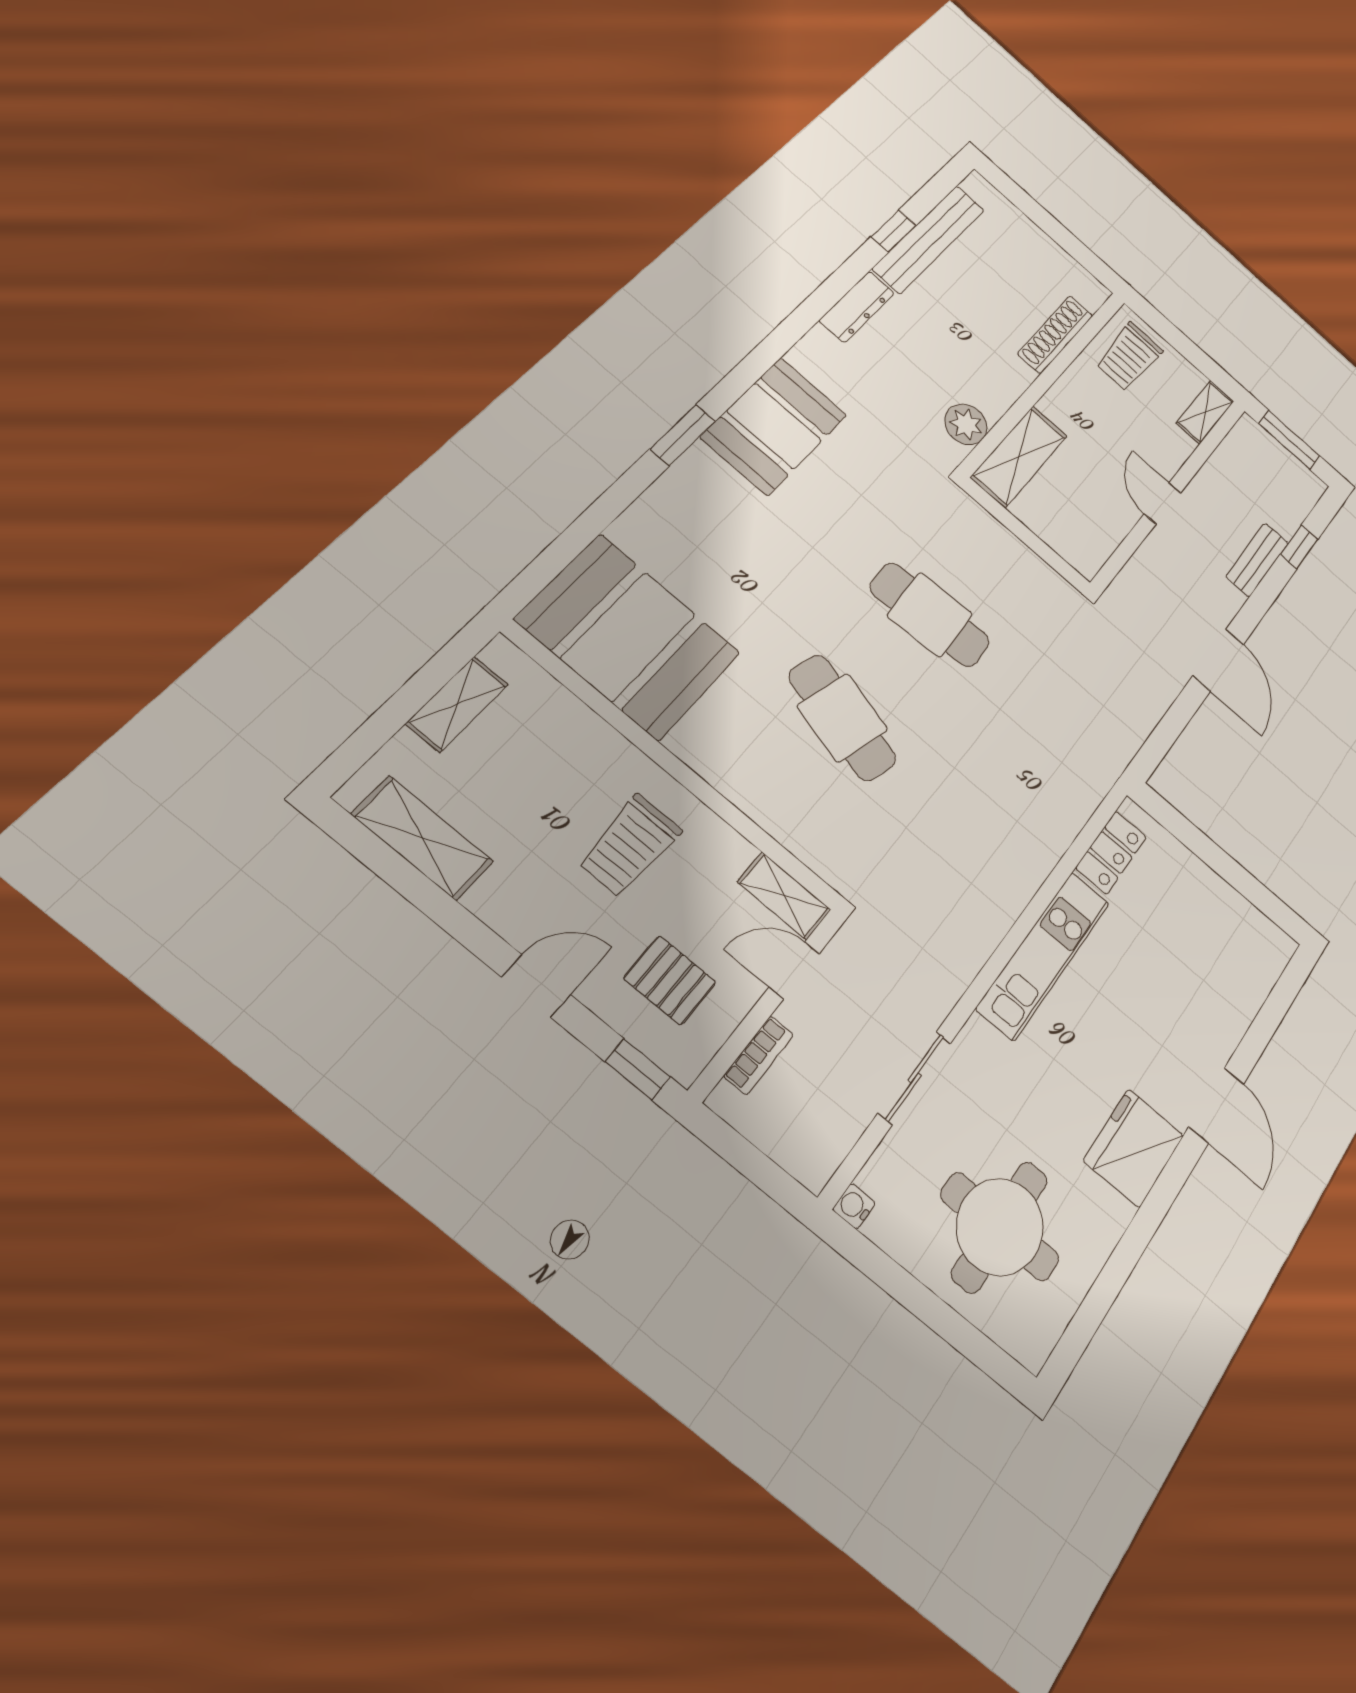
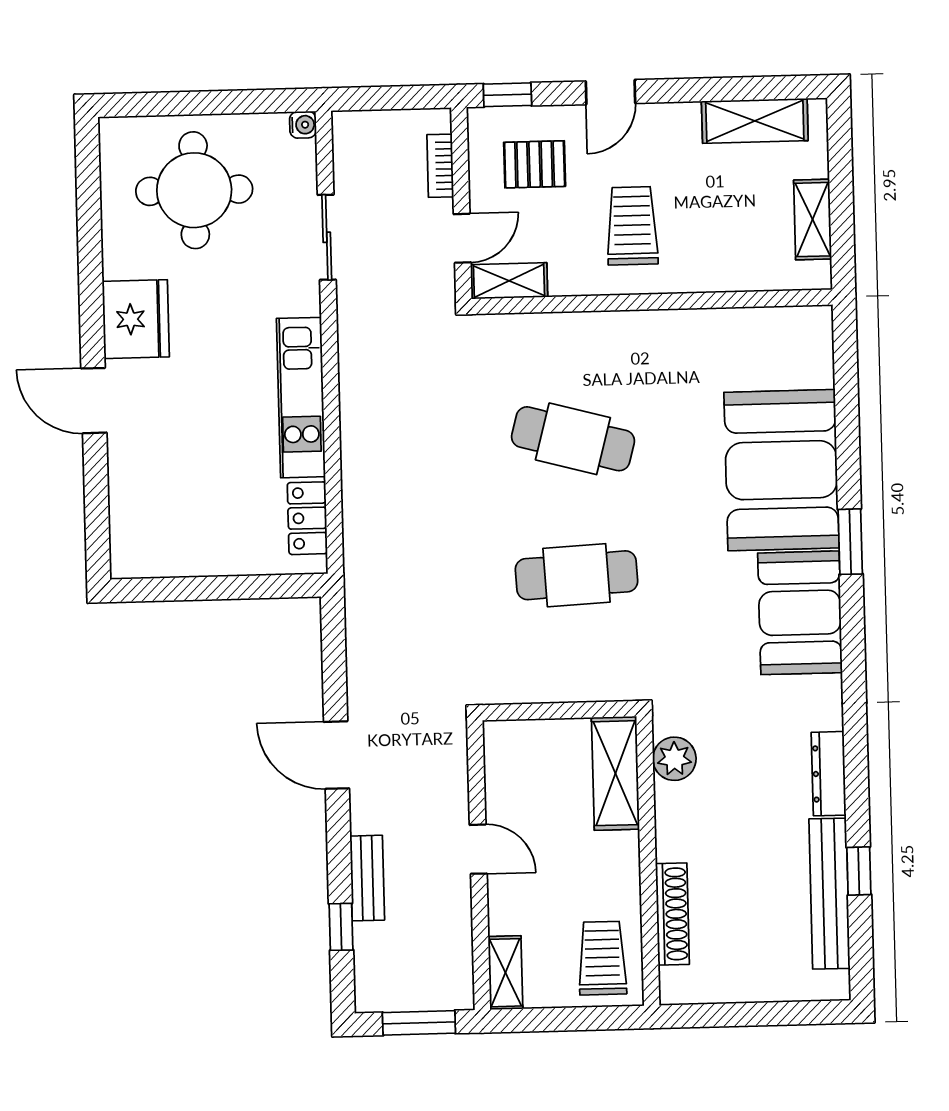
booth: (629, 636) -> (781, 470), moved, turned 90

